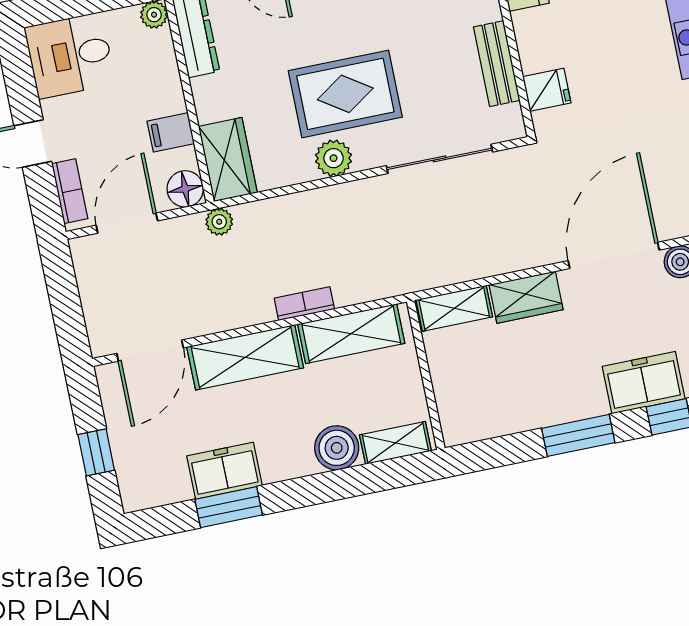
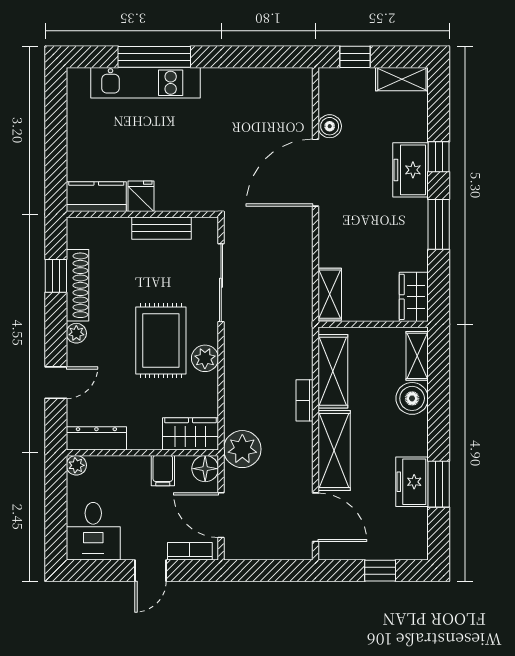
fridge: (547, 90) -> (141, 196), moved
plant: (219, 222) -> (242, 449), width x1.88, depth x1.88
door: (614, 255) -> (315, 173), hinge flipped
wardrobe: (526, 297) -> (414, 297), moved, turned 180

